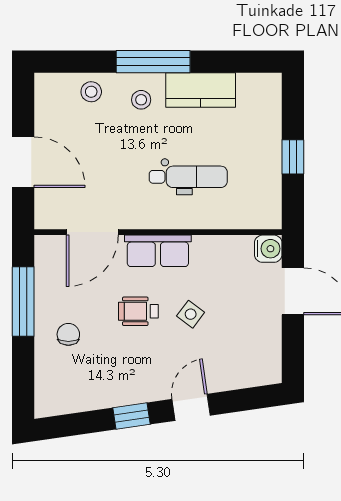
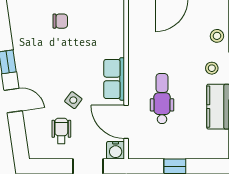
dental chair: (188, 177) -> (162, 99), turned 180
door: (92, 232) -> (126, 122), moved
wheelchair: (138, 311) -> (61, 131), moved

